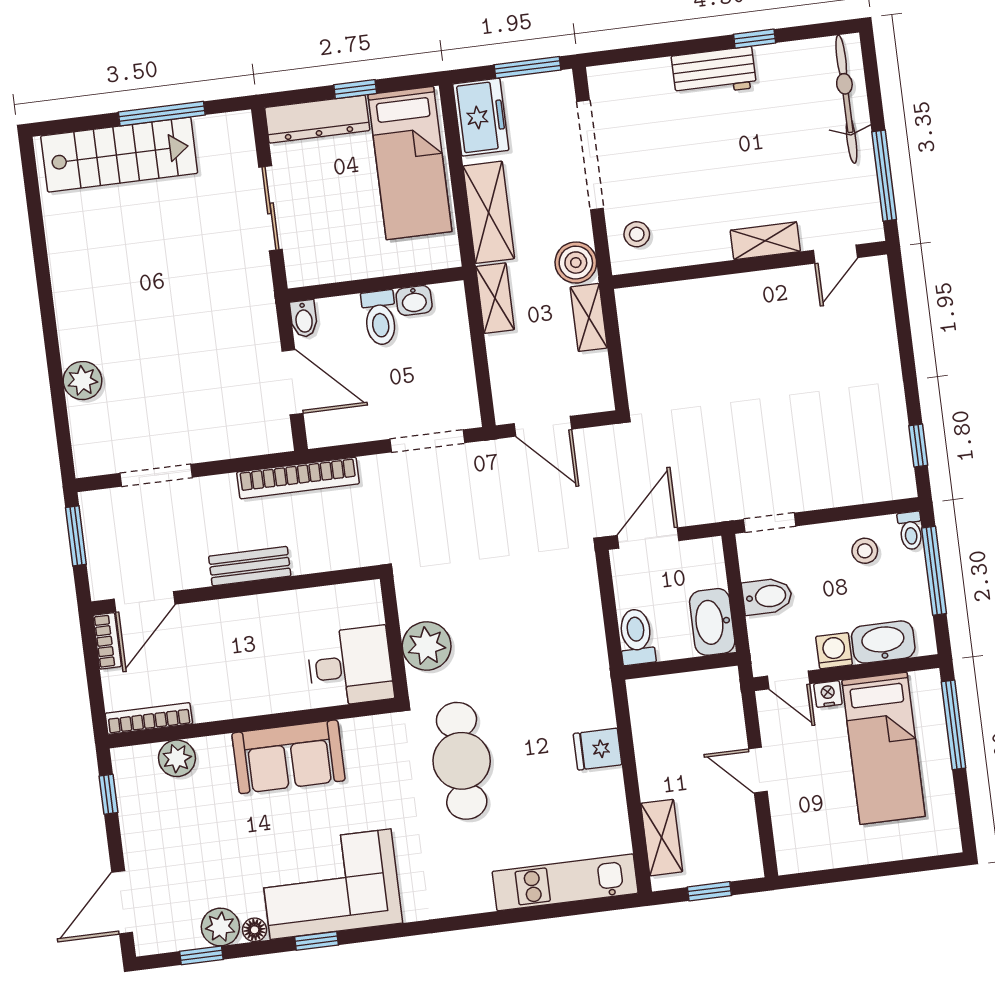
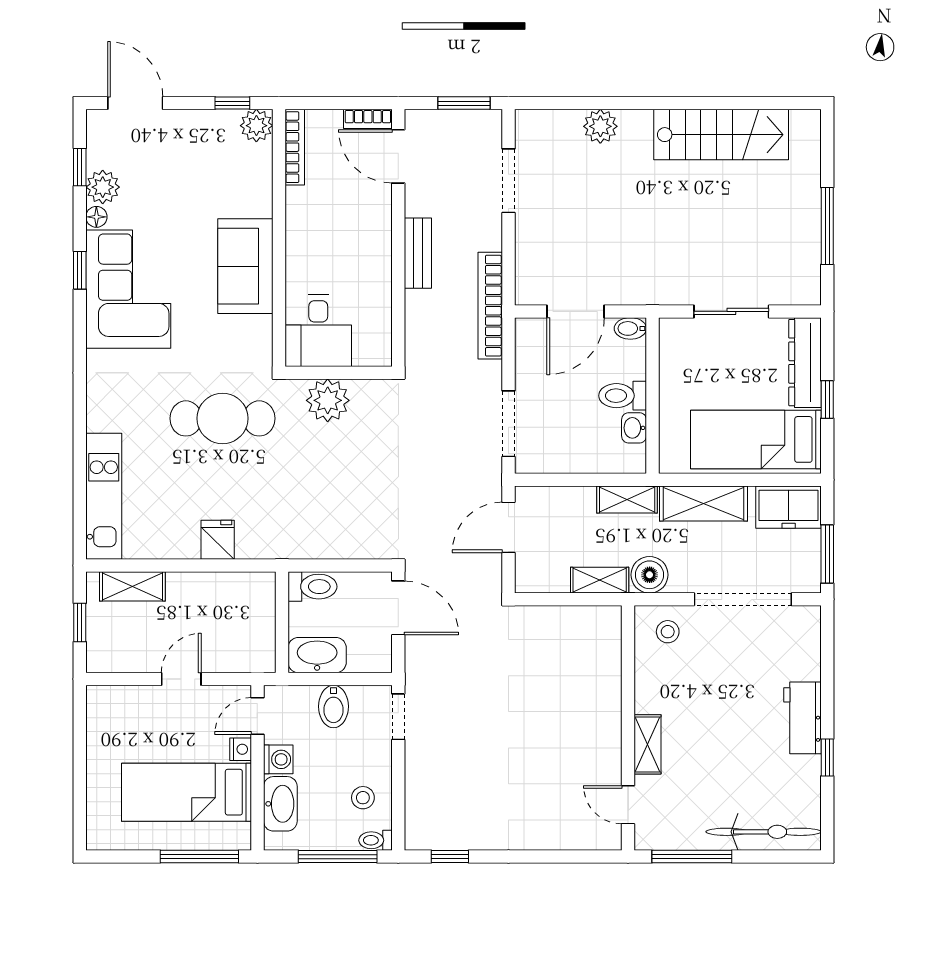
stairs: (119, 155) -> (721, 135), moved, turned -90
plant: (177, 758) -> (256, 126), moved

